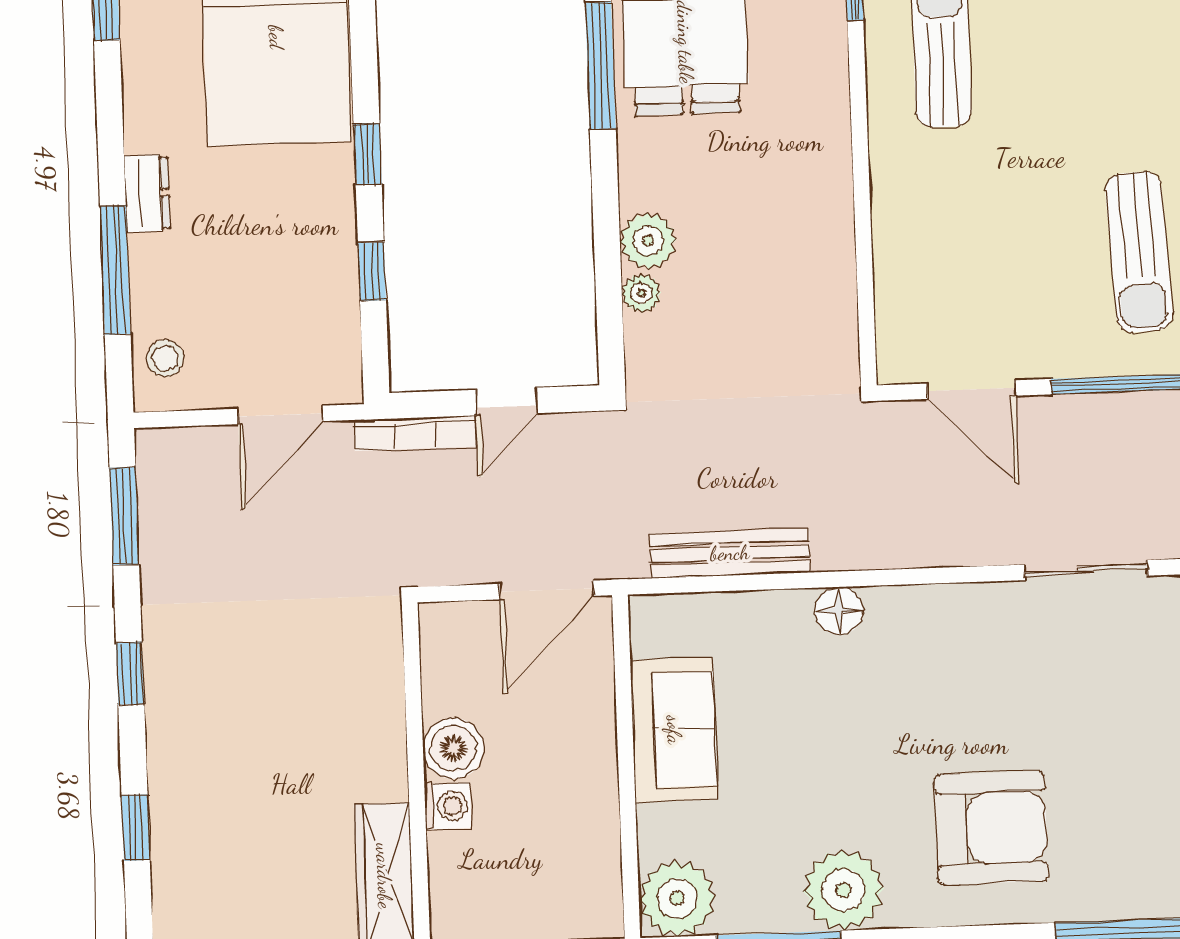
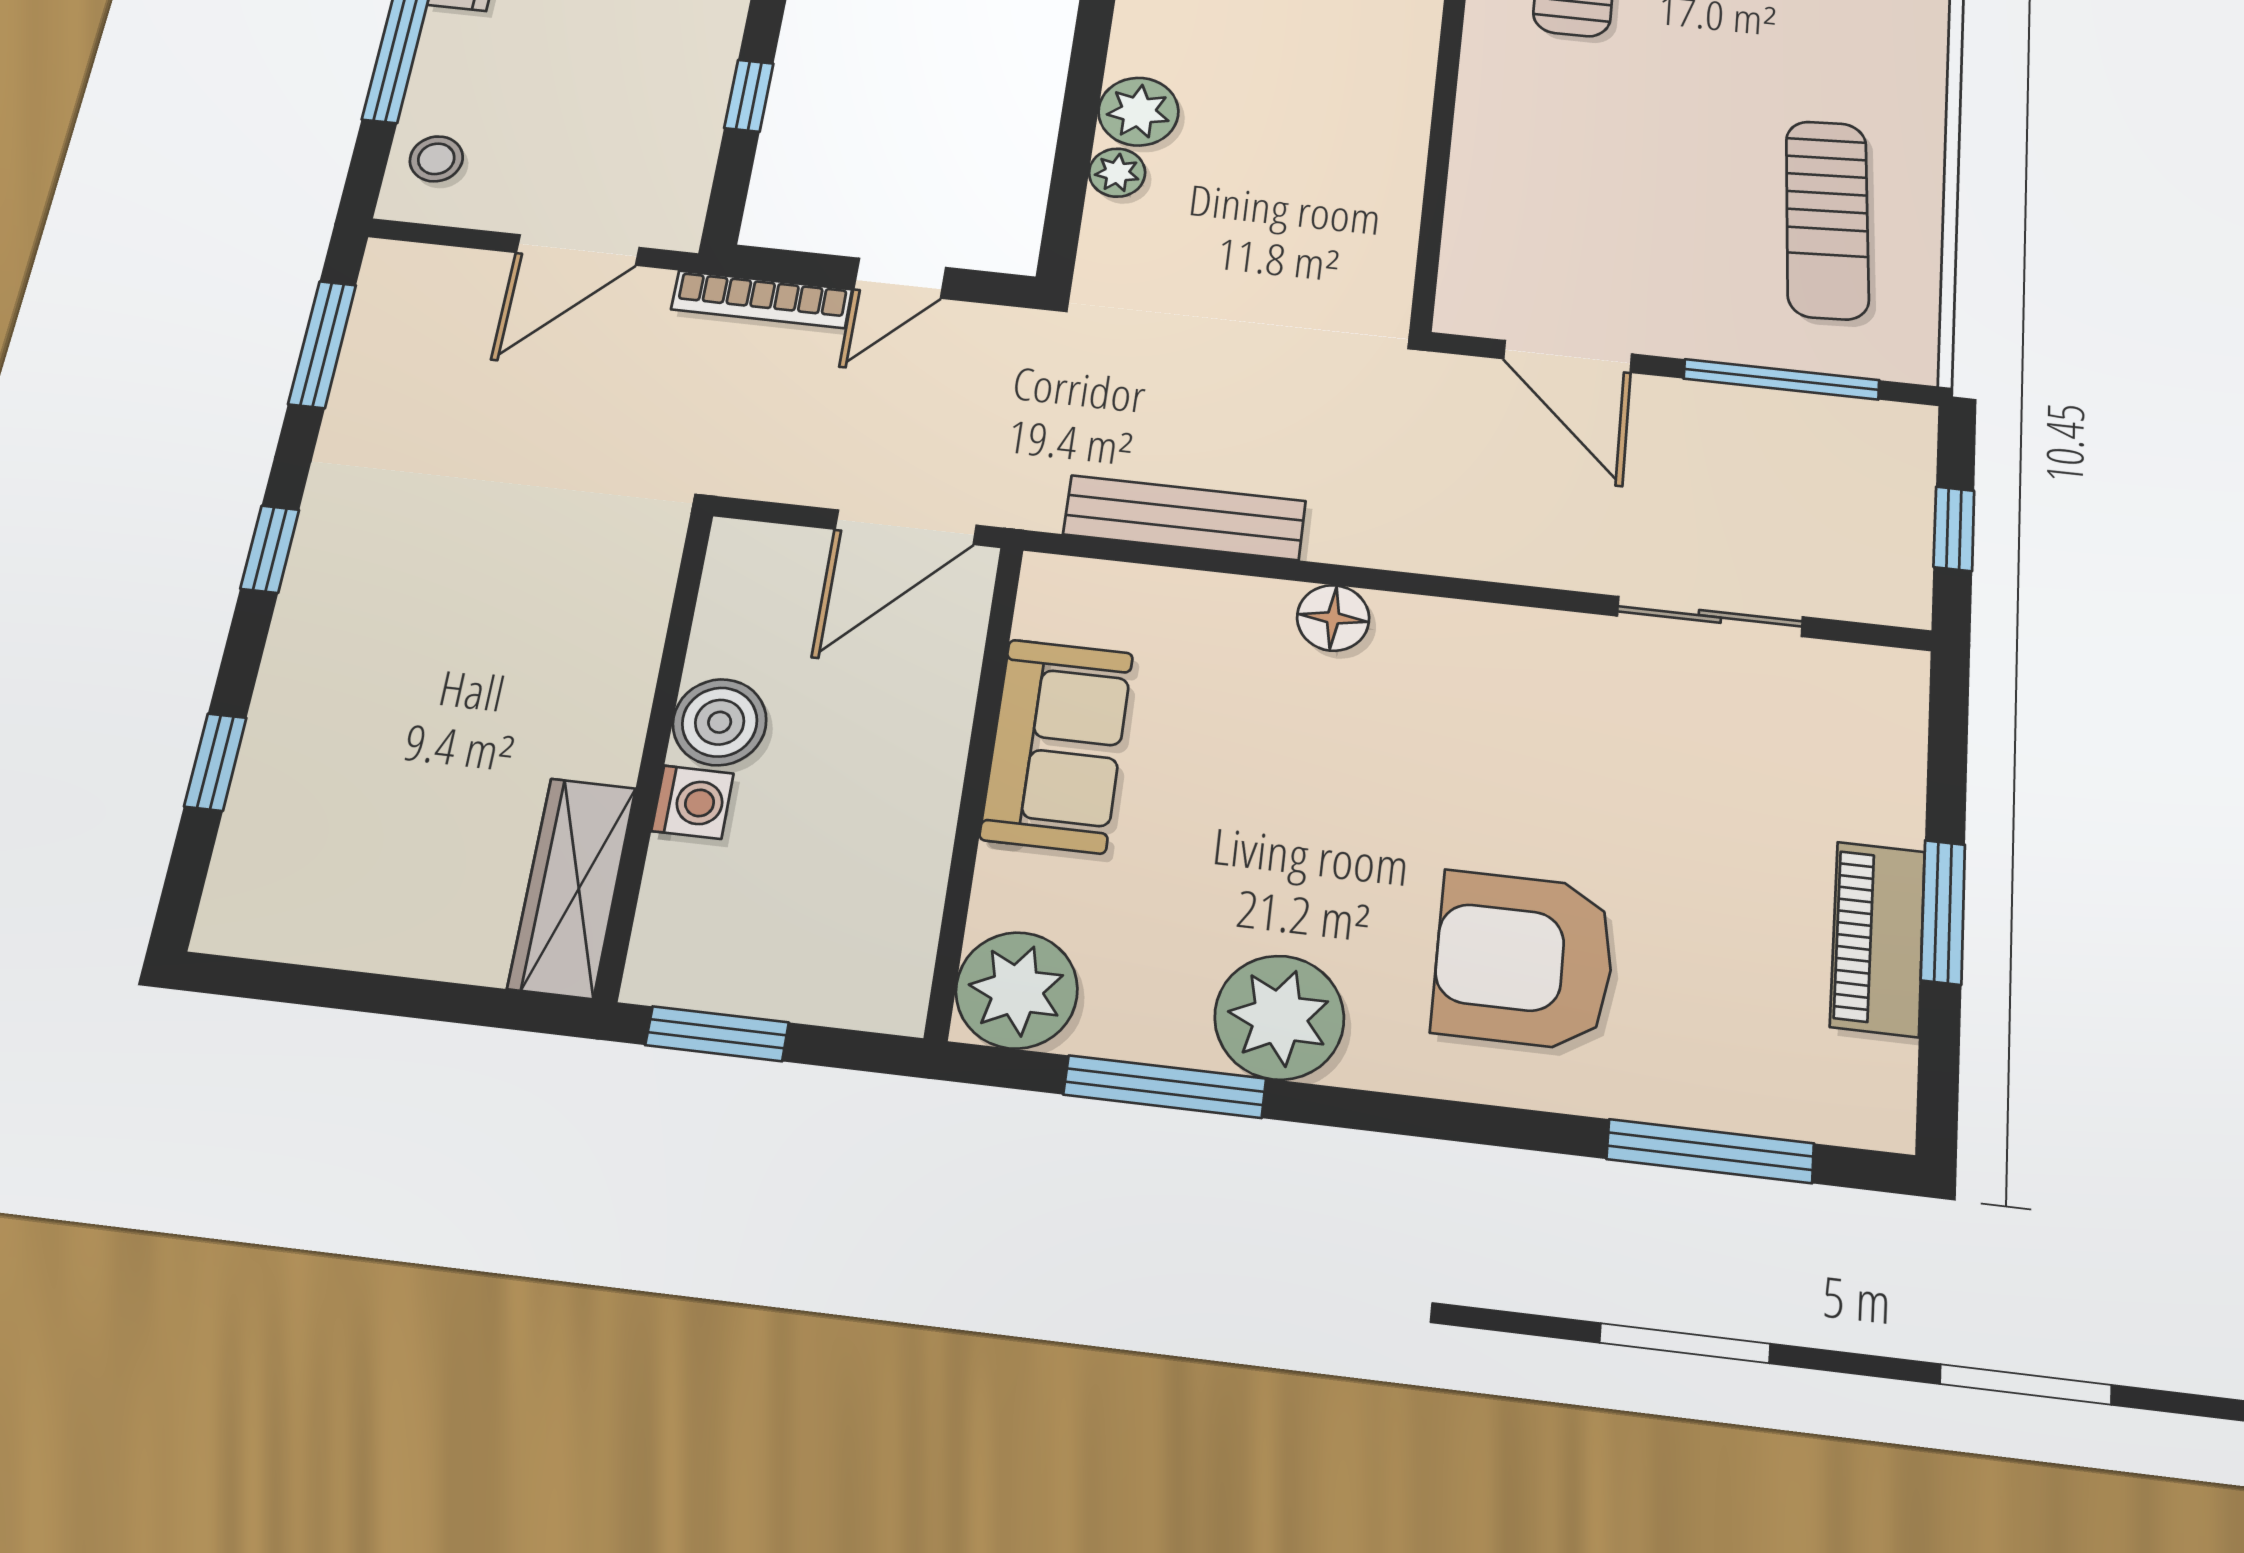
armchair: (991, 828) -> (1524, 960), turned 180

